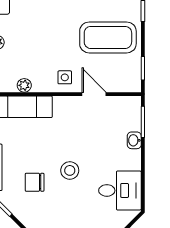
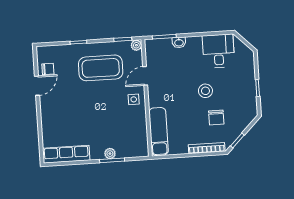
coffee table: (108, 37) -> (101, 68), turned 90
plant: (24, 85) -> (136, 45), moved

